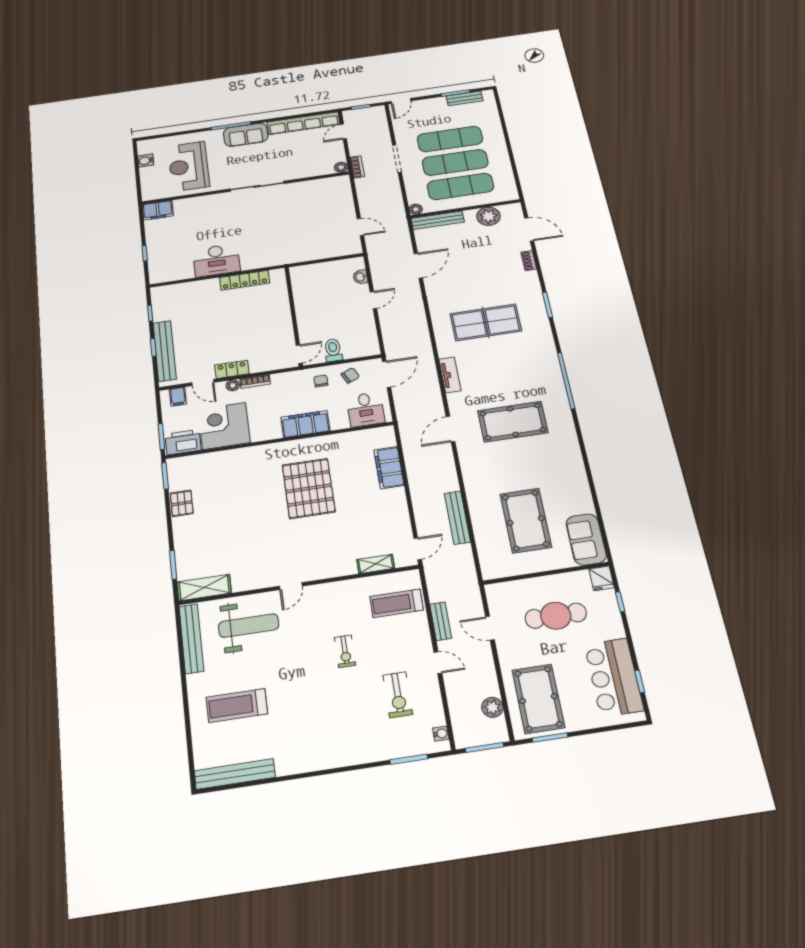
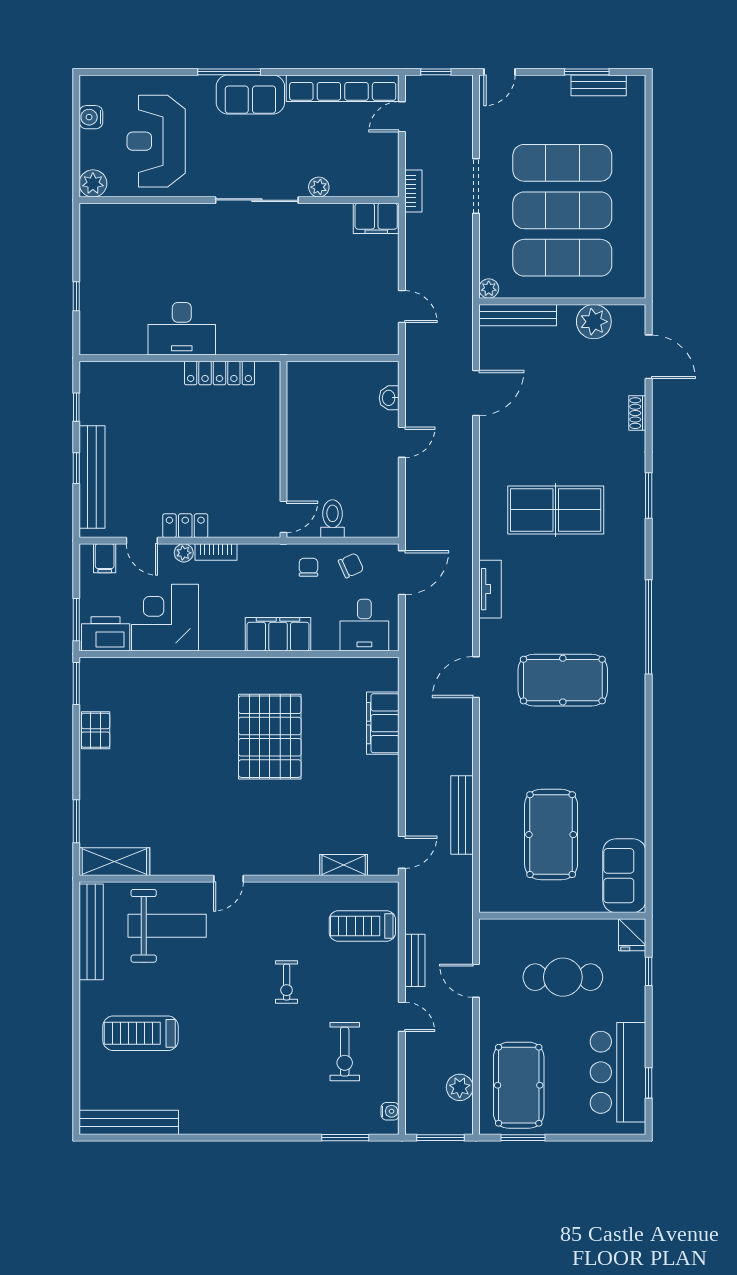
plant: (341, 167) -> (319, 187), moved
plant: (150, 193) -> (93, 183), added
filing cabinet: (158, 210) -> (376, 218), moved

